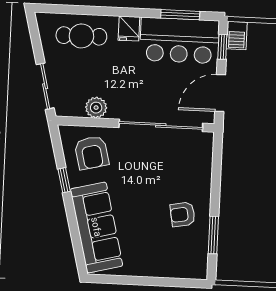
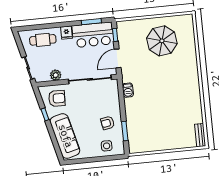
barbecue: (237, 36) -> (128, 90), moved
armchair: (92, 153) -> (57, 98), turned -74
side table: (174, 258) -> (107, 146), added

